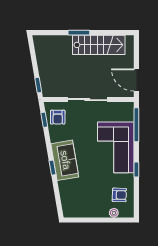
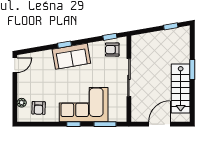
door: (136, 80) -> (159, 124), moved
window: (38, 85) -> (171, 26), moved
window: (136, 125) -> (105, 124), width x0.69
window: (136, 170) -> (74, 124), moved
door: (74, 220) -> (15, 65), added

